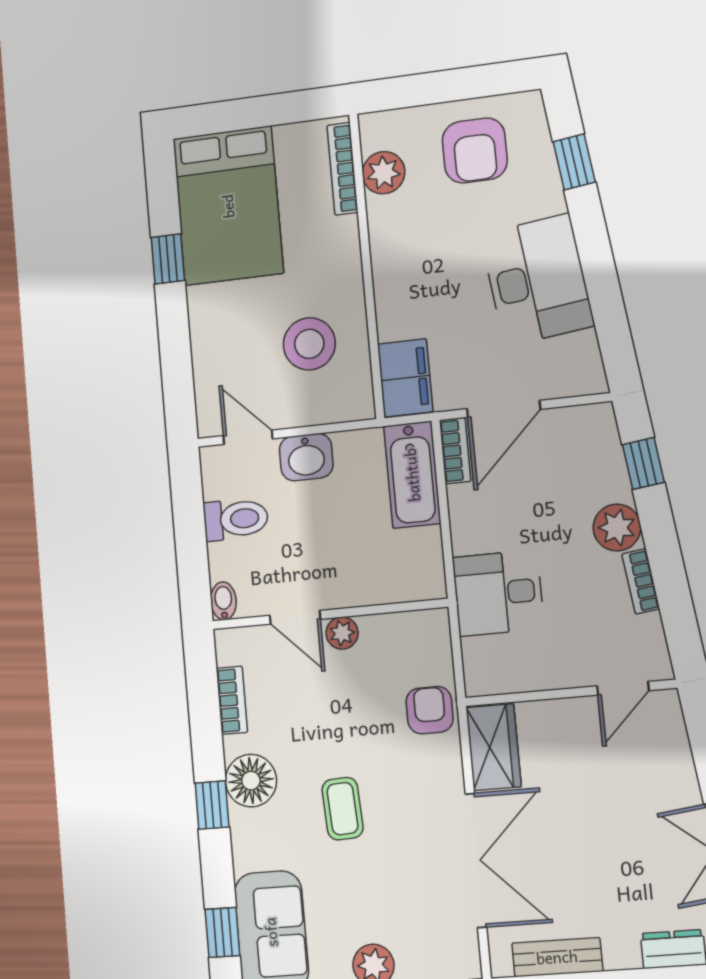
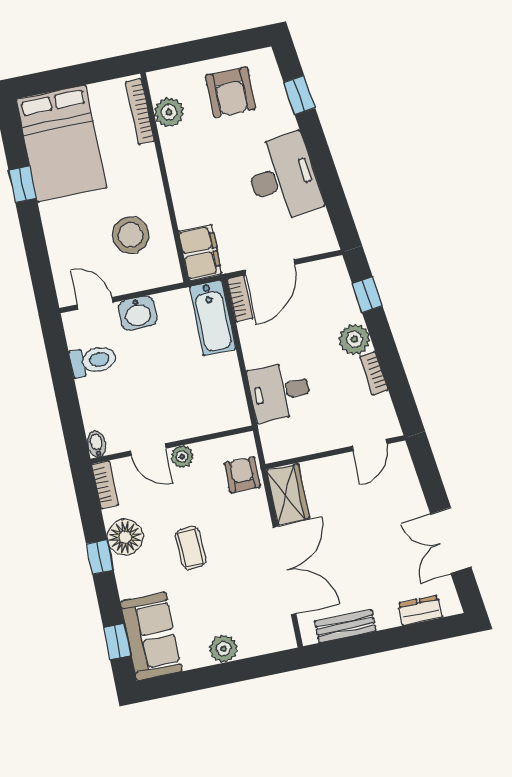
bidet: (223, 601) -> (97, 444), moved
wall: (329, 614) -> (172, 445), moved
door: (295, 617) -> (148, 450), moved
plant: (342, 633) -> (182, 457), moved

